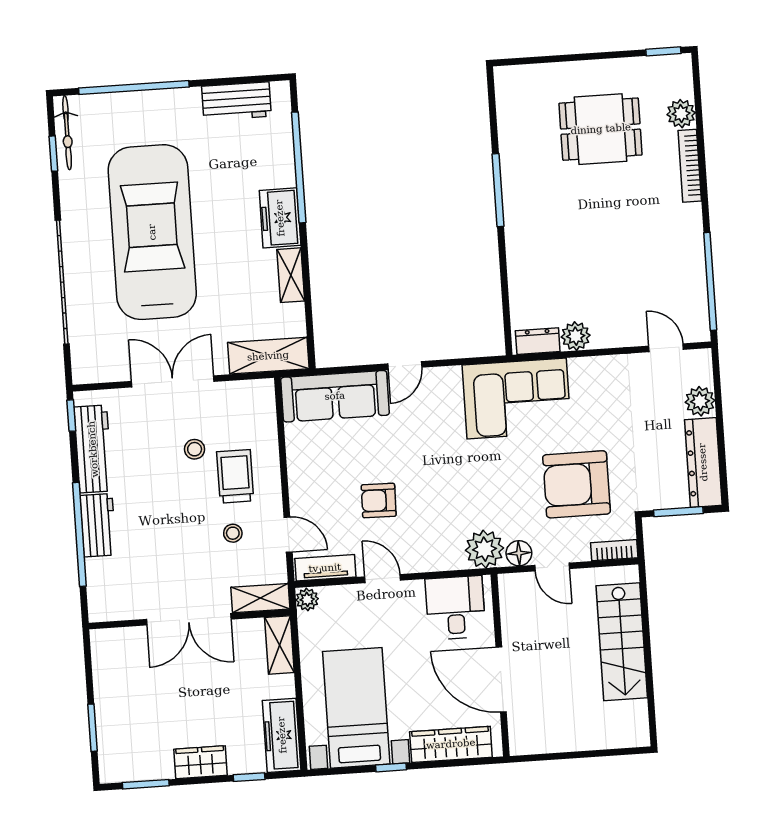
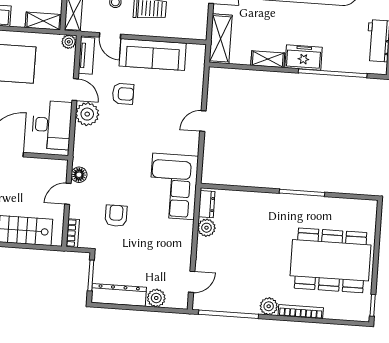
plant: (681, 114) -> (269, 306), moved
dining table: (601, 129) -> (331, 260), width x1.88, depth x1.24
door: (405, 366) -> (203, 121), hinge flipped
sofa: (335, 396) -> (153, 55), moved, turned -90
armchair: (577, 484) -> (116, 216), width x0.53, depth x0.53
armchair: (379, 501) -> (123, 94), turned 89
door: (288, 535) -> (110, 36), hinge flipped
plant: (484, 549) -> (87, 114), moved
door: (383, 579) -> (75, 90), hinge flipped
desk: (455, 608) -> (52, 125), width x1.37

